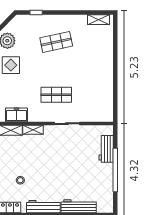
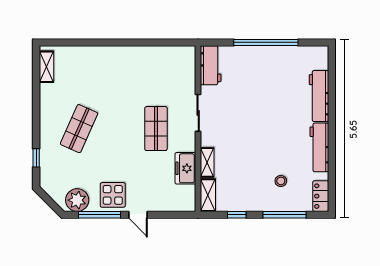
shop shelf: (56, 42) -> (79, 129), turned 36
freezer: (16, 115) -> (185, 168), moved
workbench: (106, 149) -> (211, 65), moved, turned -90

